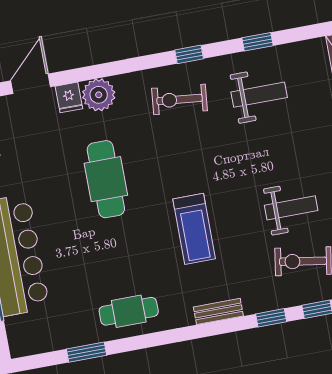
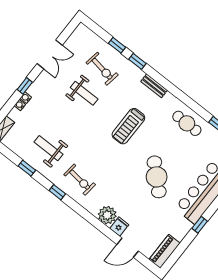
cafe table: (106, 179) -> (157, 177), moved, turned -47
weight bench: (291, 208) -> (84, 93), turned 180
treadmill: (194, 229) -> (128, 126), turned 180

